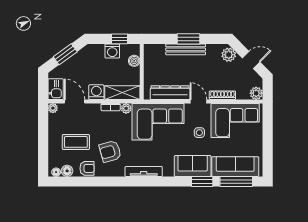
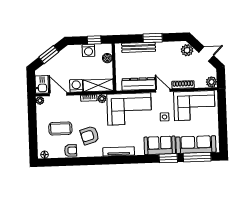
bench: (186, 49) -> (139, 47), moved
floor lamp: (67, 171) -> (54, 153), removed

